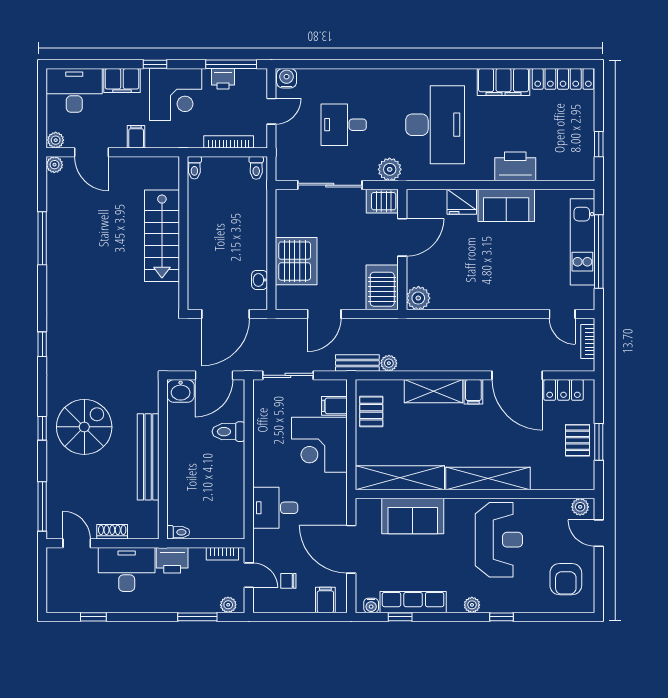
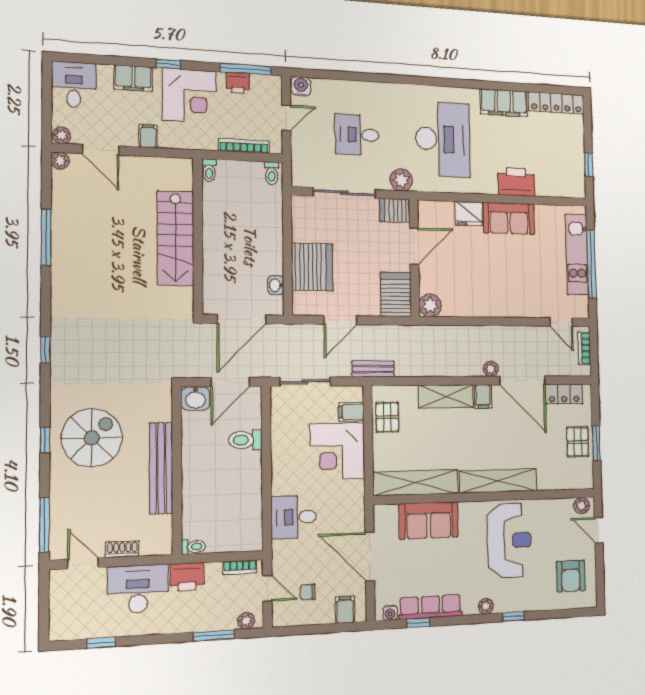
desk: (74, 90) -> (74, 85), width x0.73
plant: (389, 363) -> (491, 369), moved

